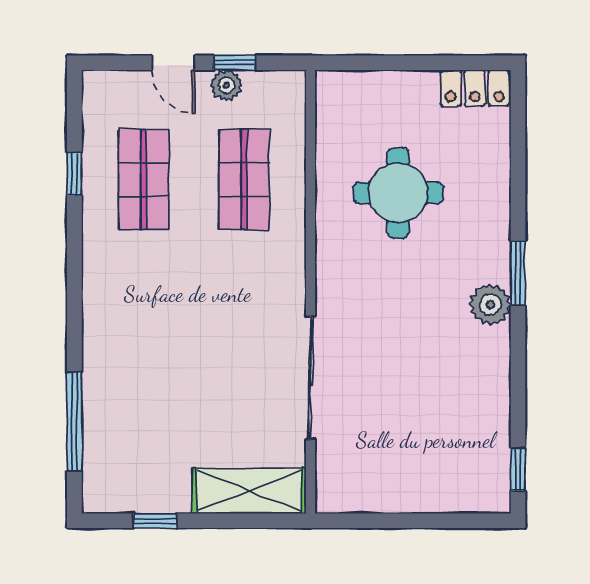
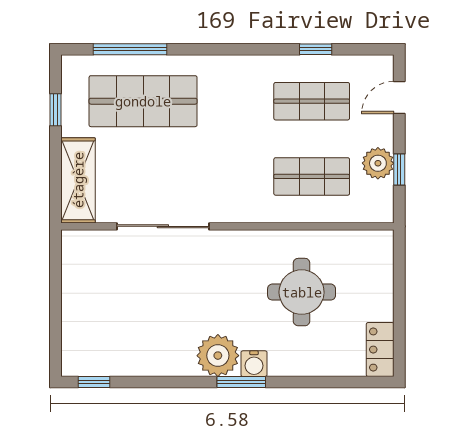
door: (173, 63) -> (399, 98), moved
plant: (226, 85) -> (378, 163), width x1.38, depth x1.38
water cooler: (494, 256) -> (254, 364), added
plant: (490, 304) -> (218, 356), width x1.36, depth x1.36
shop shelf: (144, 404) -> (143, 101), added

